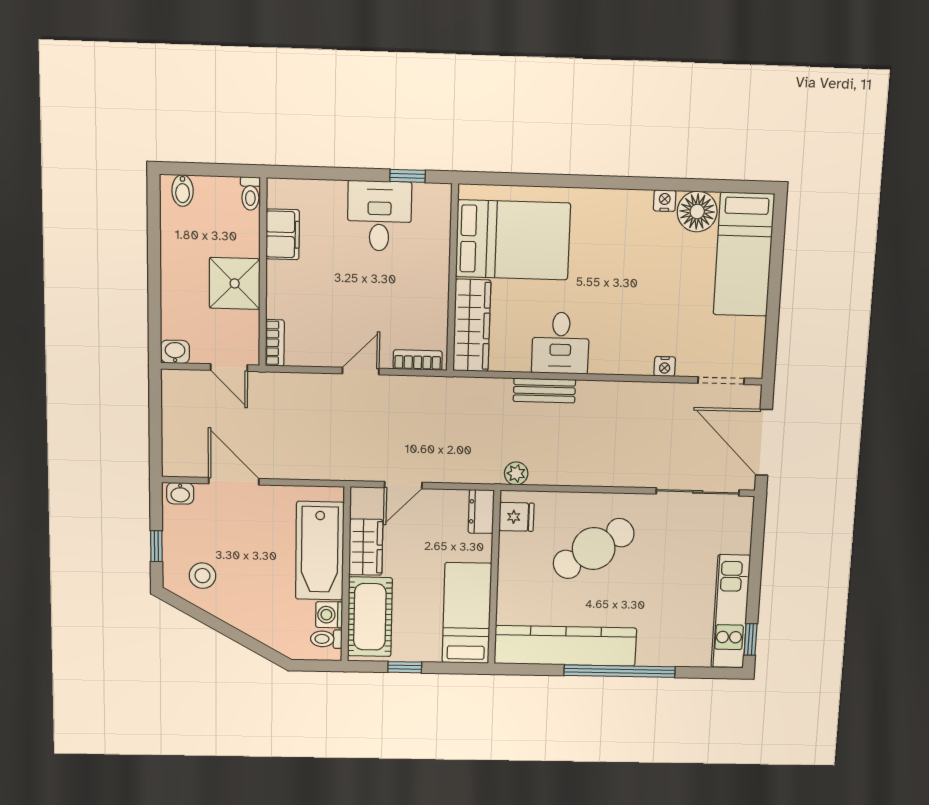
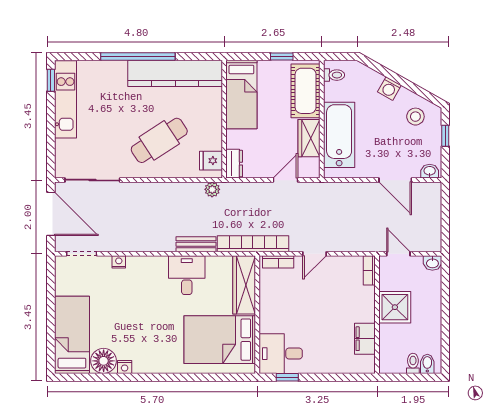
toilet: (250, 194) -> (413, 363), moved
desk: (379, 216) -> (281, 354), moved, turned 90
bookcase: (456, 389) -> (253, 244), added
washing machine: (329, 615) -> (389, 89), moved, turned 119

